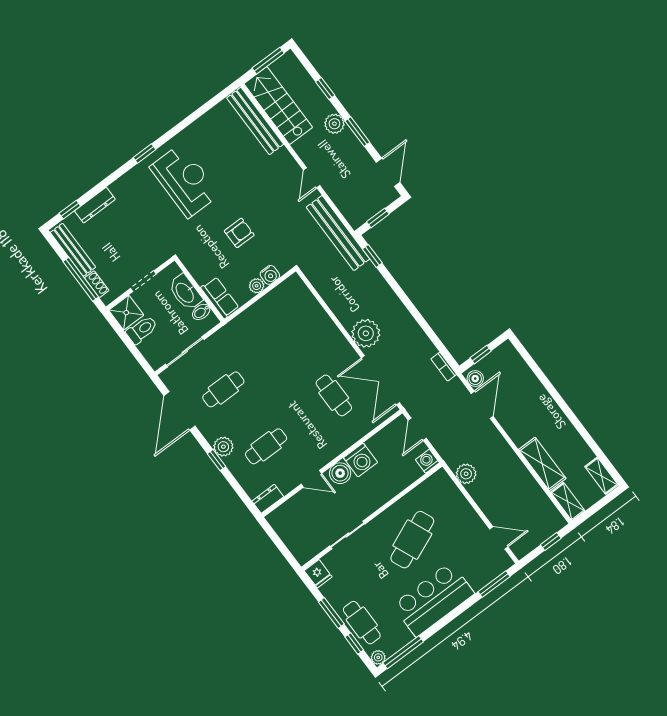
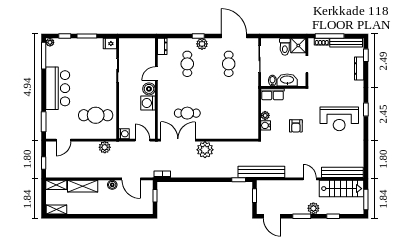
door: (312, 178) -> (310, 179), moved
boiler: (475, 379) -> (112, 185), moved
cafe table: (412, 540) -> (96, 115), moved, turned -67
cafe table: (362, 623) -> (72, 47), removed

